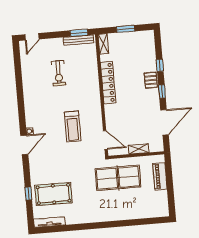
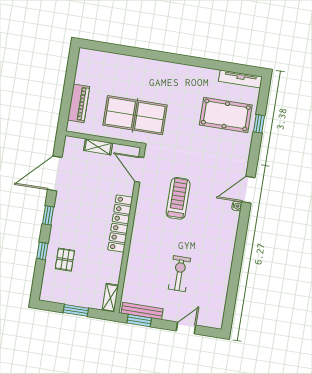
door: (32, 37) -> (186, 328), moved
pallet: (151, 80) -> (65, 260), moved
locker: (108, 83) -> (120, 224), moved

